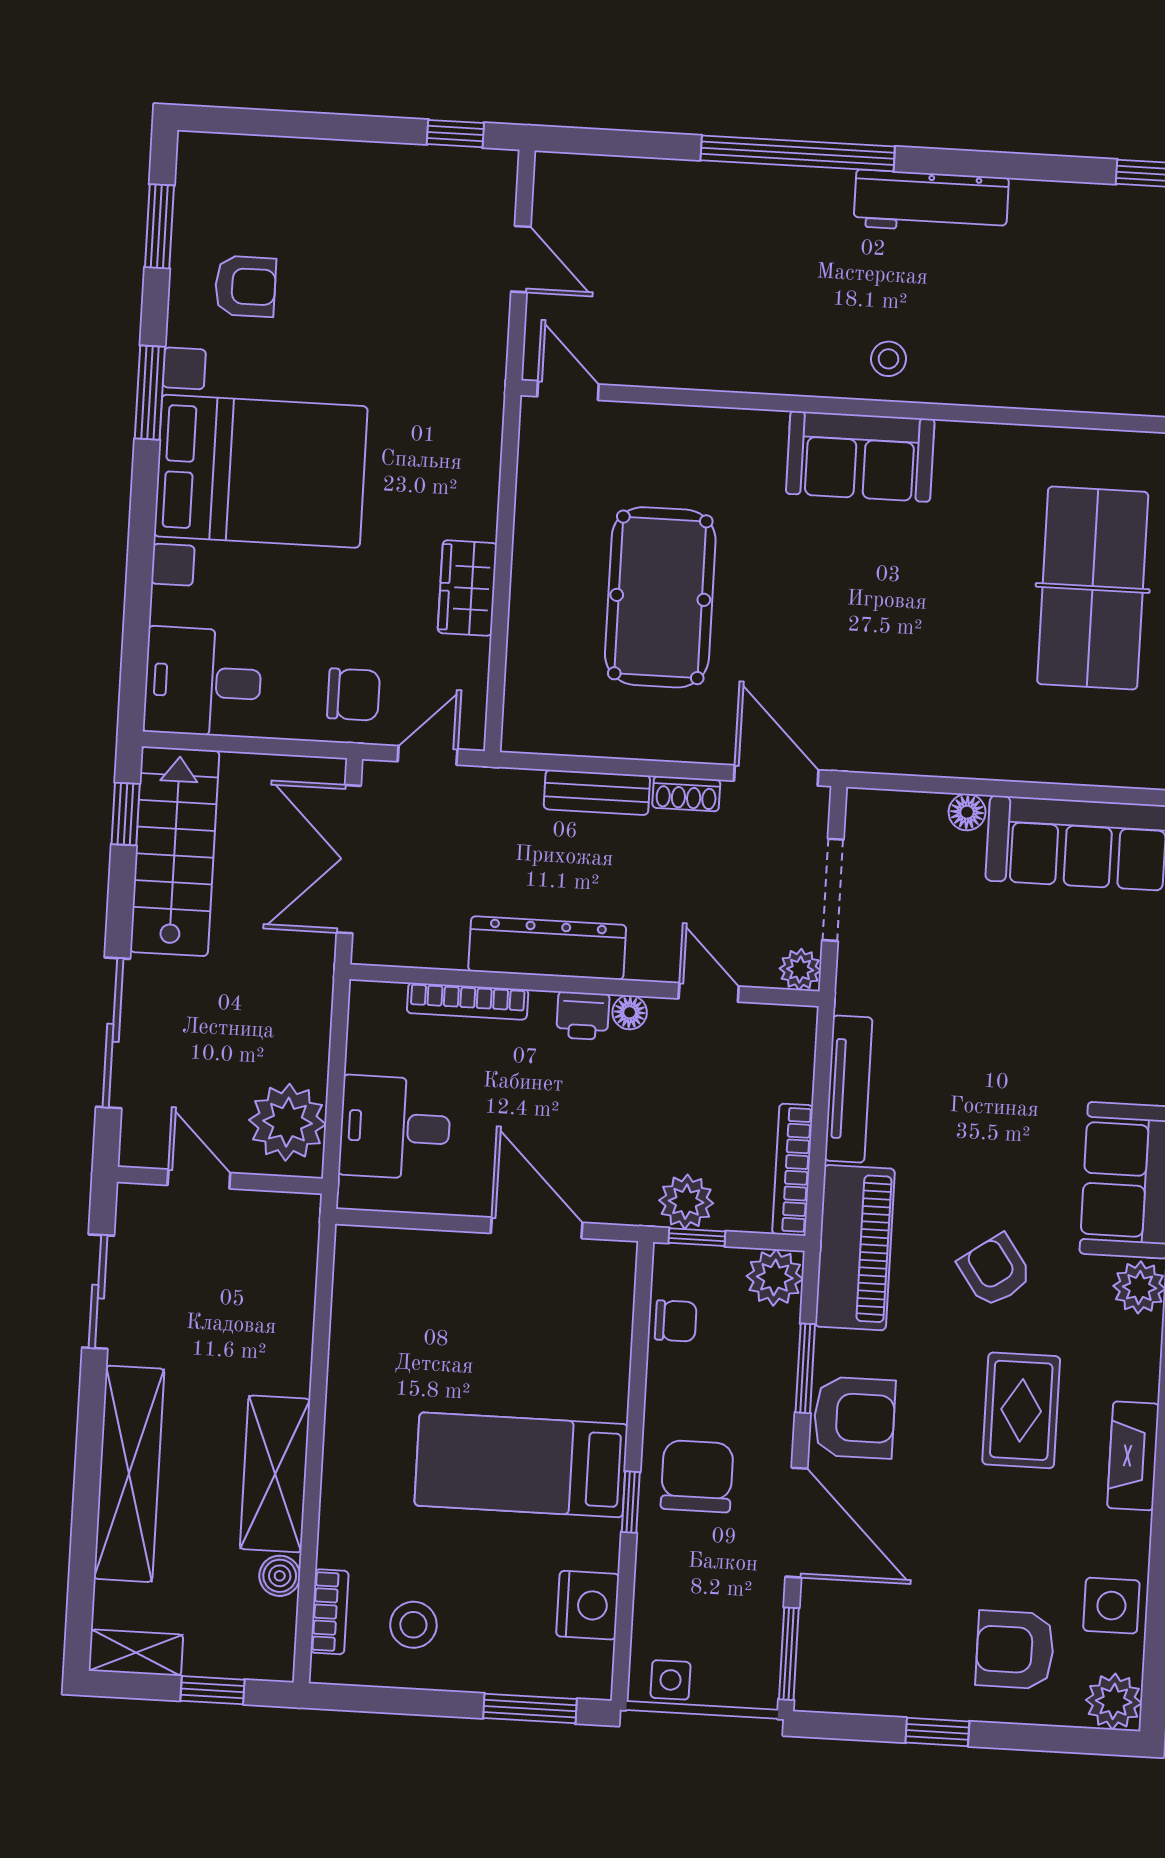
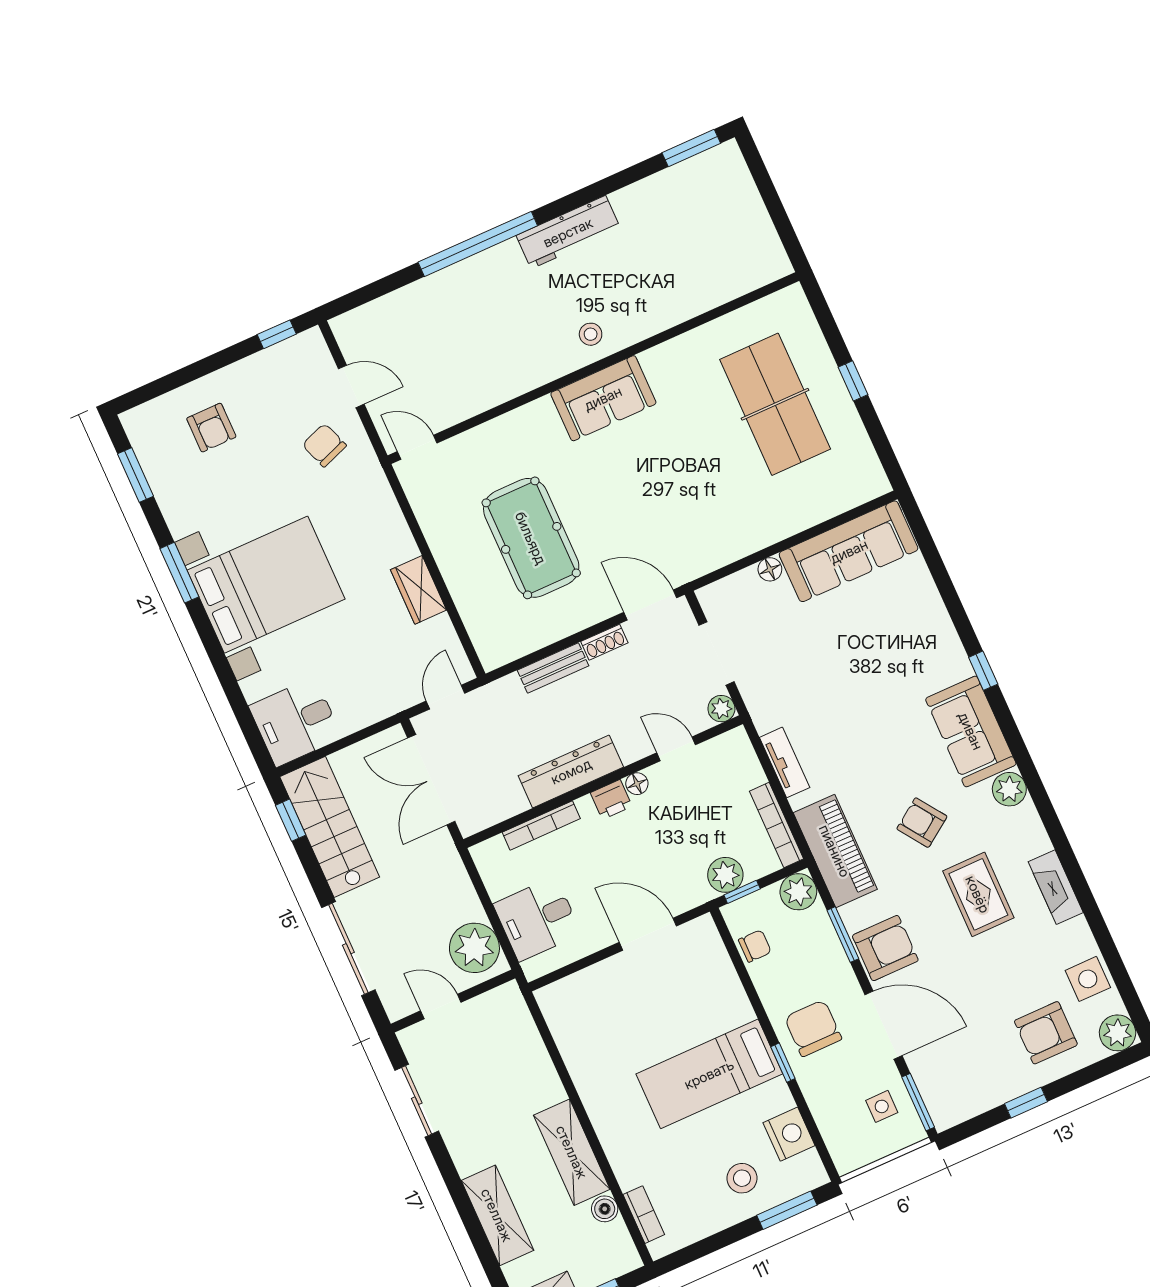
armchair: (245, 286) -> (211, 428), moved, turned 90
chair: (354, 695) -> (324, 445), moved, turned -110
tv unit: (849, 1089) -> (785, 762), width x0.71
shelving: (129, 1474) -> (497, 1215), width x0.68
stool: (413, 1625) -> (742, 1178), moved
side table: (671, 1680) -> (882, 1106), moved

